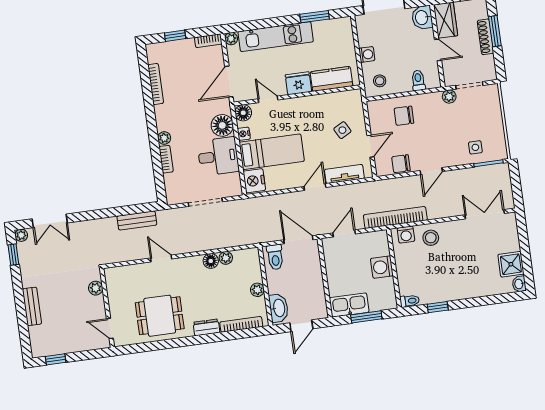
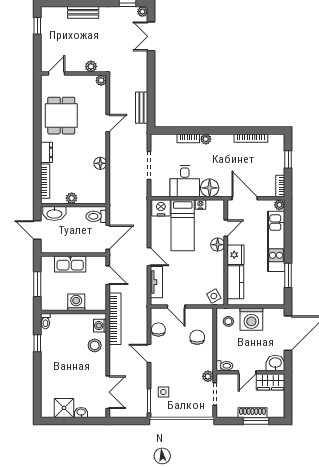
washing machine: (367, 54) -> (251, 319), width x1.89, depth x1.89
toilet: (418, 80) -> (224, 366), moved
floor lamp: (243, 113) -> (218, 245), moved
side table: (342, 130) -> (214, 296), moved
plant: (226, 258) -> (101, 80), moved
washbasin: (519, 284) -> (81, 412), moved
kitchen sink: (349, 305) -> (70, 264), moved, turned 90

